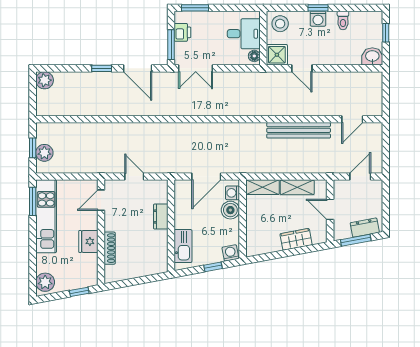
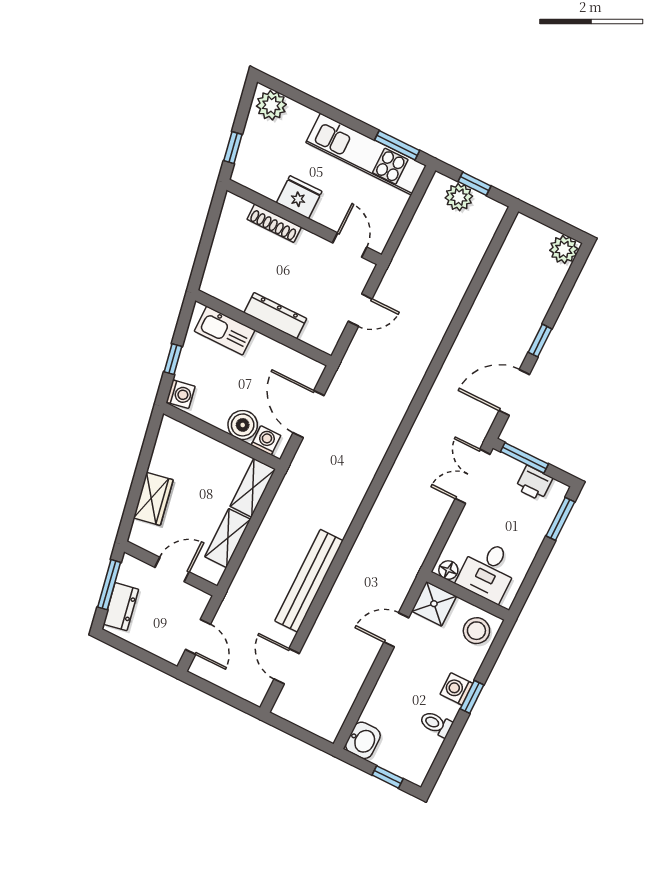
dresser: (161, 217) -> (275, 316), width x1.44

